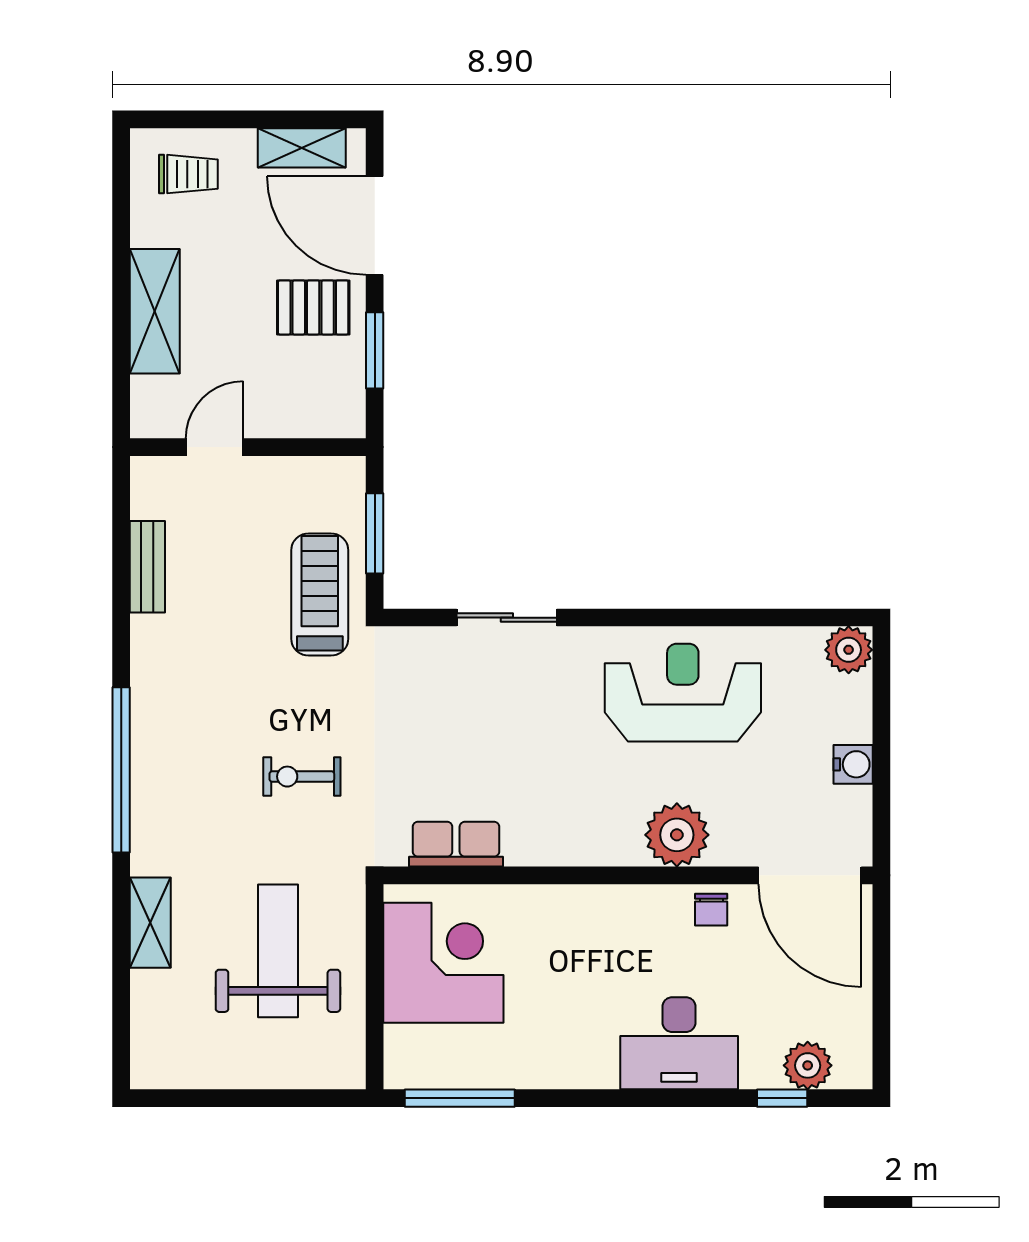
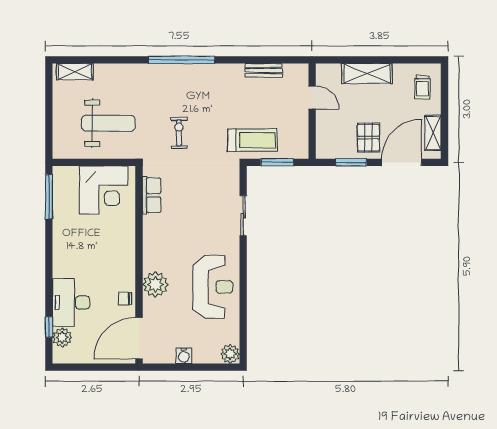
shelving: (150, 923) -> (75, 72), moved
desk: (679, 1043) -> (71, 303), moved

